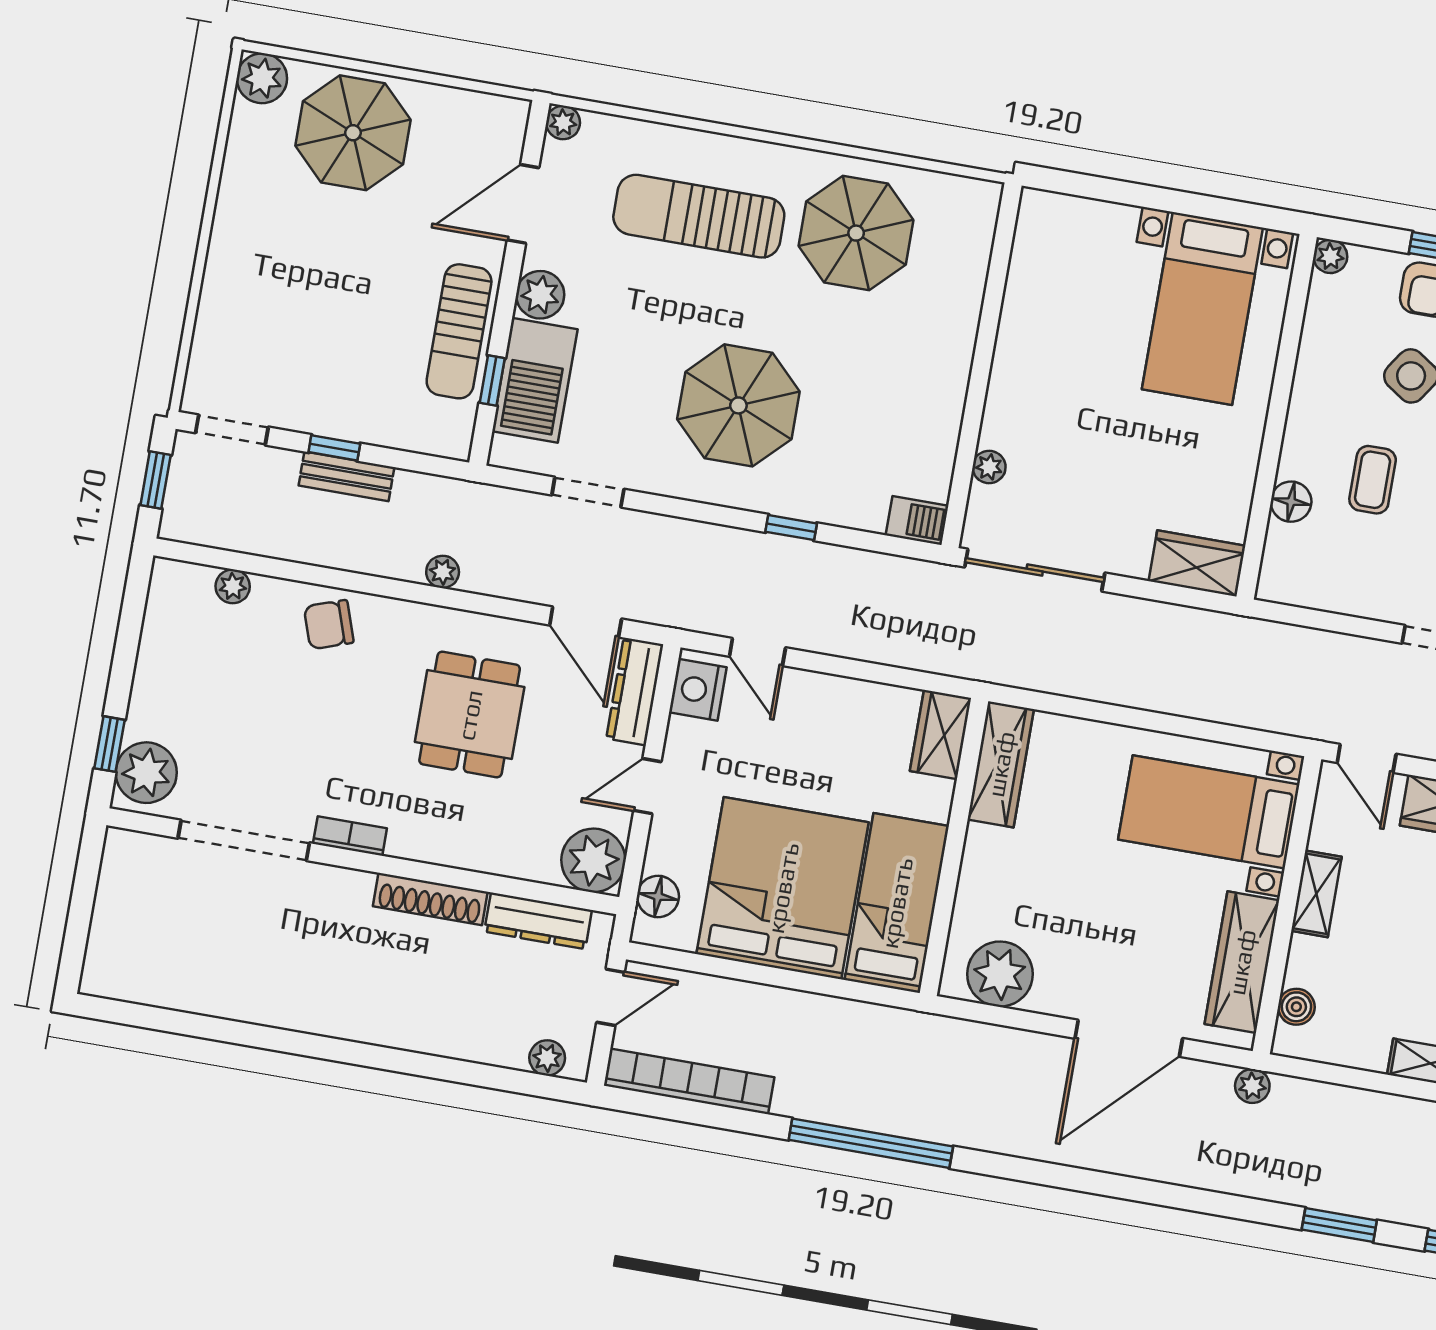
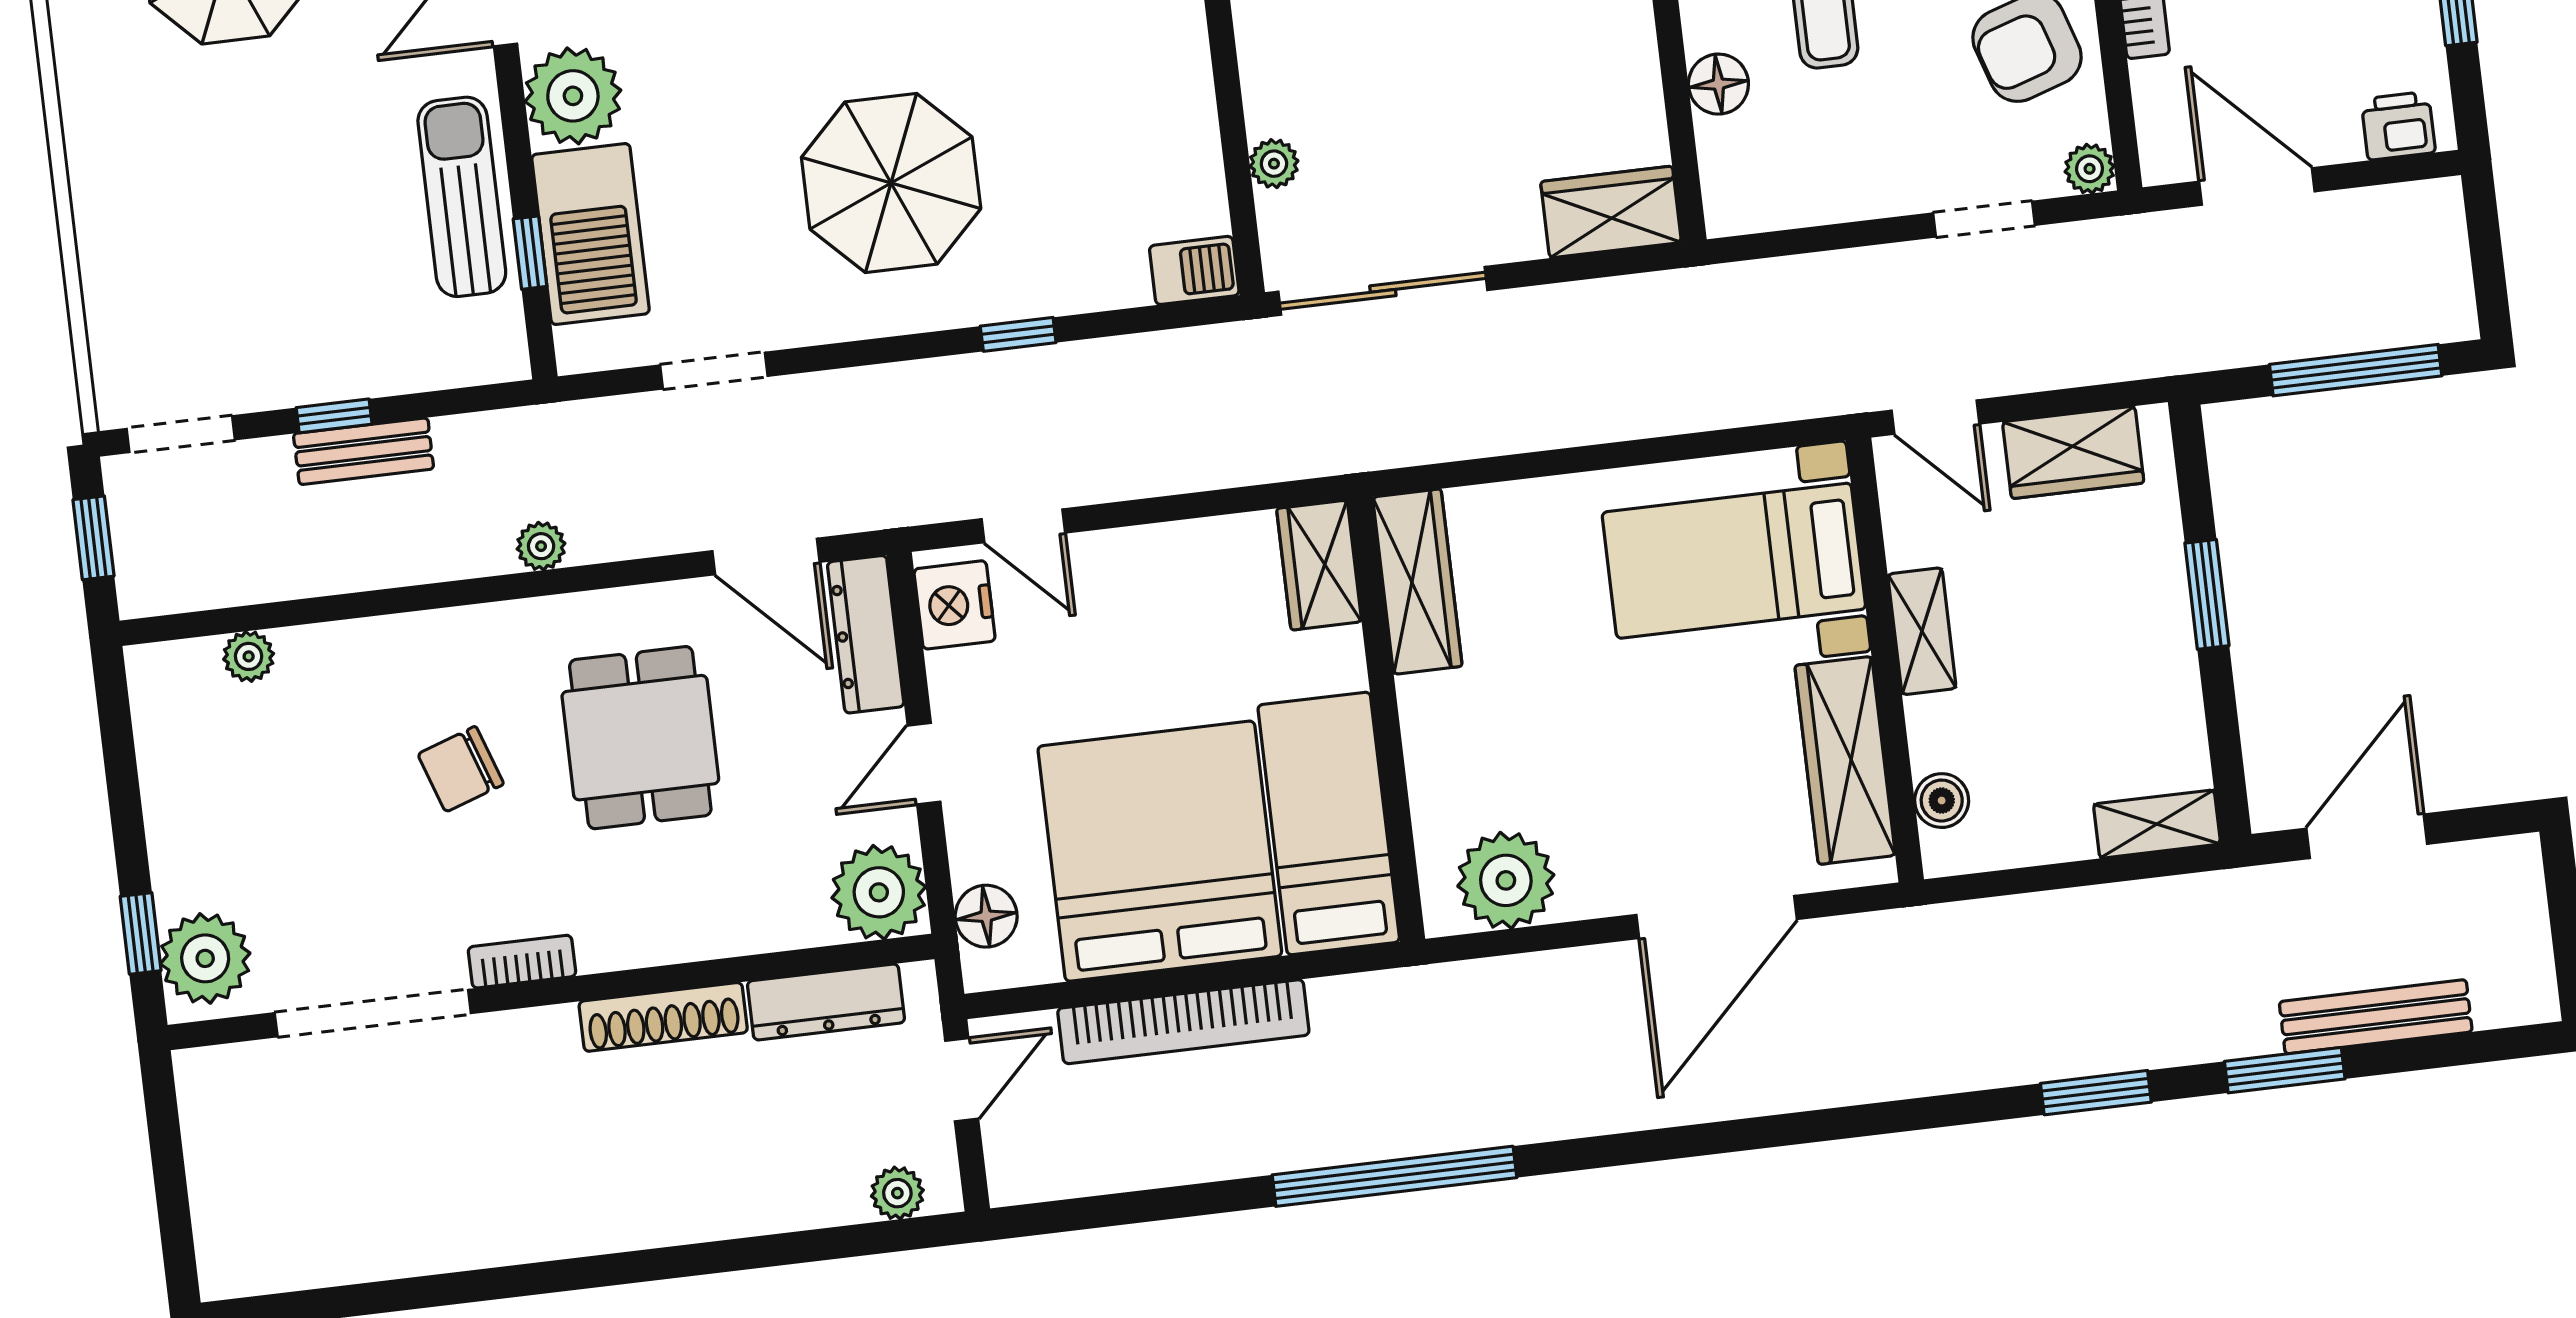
plant: (540, 295) -> (573, 96), width x1.36, depth x1.36
sun lounger: (459, 331) -> (462, 197), turned 180
chair: (329, 625) -> (461, 769), moved
bookcase: (689, 1081) -> (1183, 1022), moved, turned 180
plant: (1252, 1086) -> (1913, 932), removed

